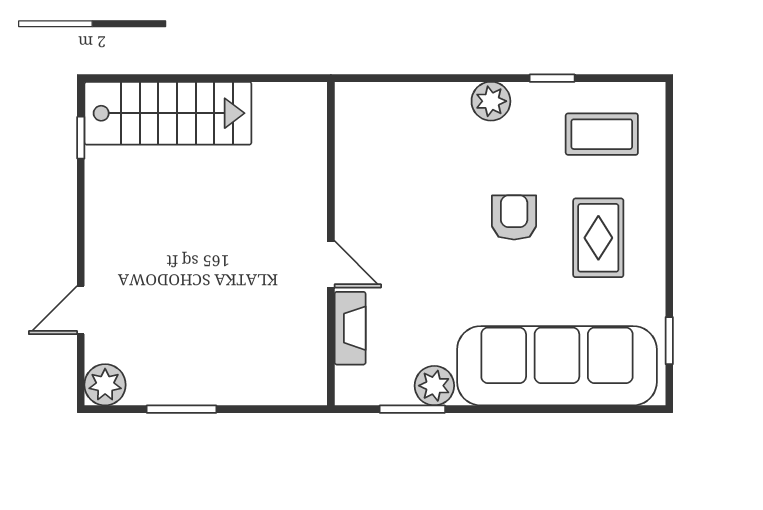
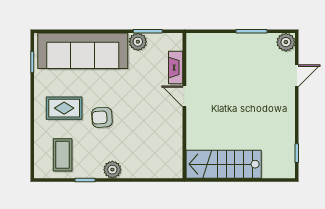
stairs: (168, 113) -> (224, 164), moved
coffee table: (602, 134) -> (63, 155), turned 90
armchair: (514, 217) -> (102, 117), turned 86
rug: (598, 238) -> (64, 108), turned 90

